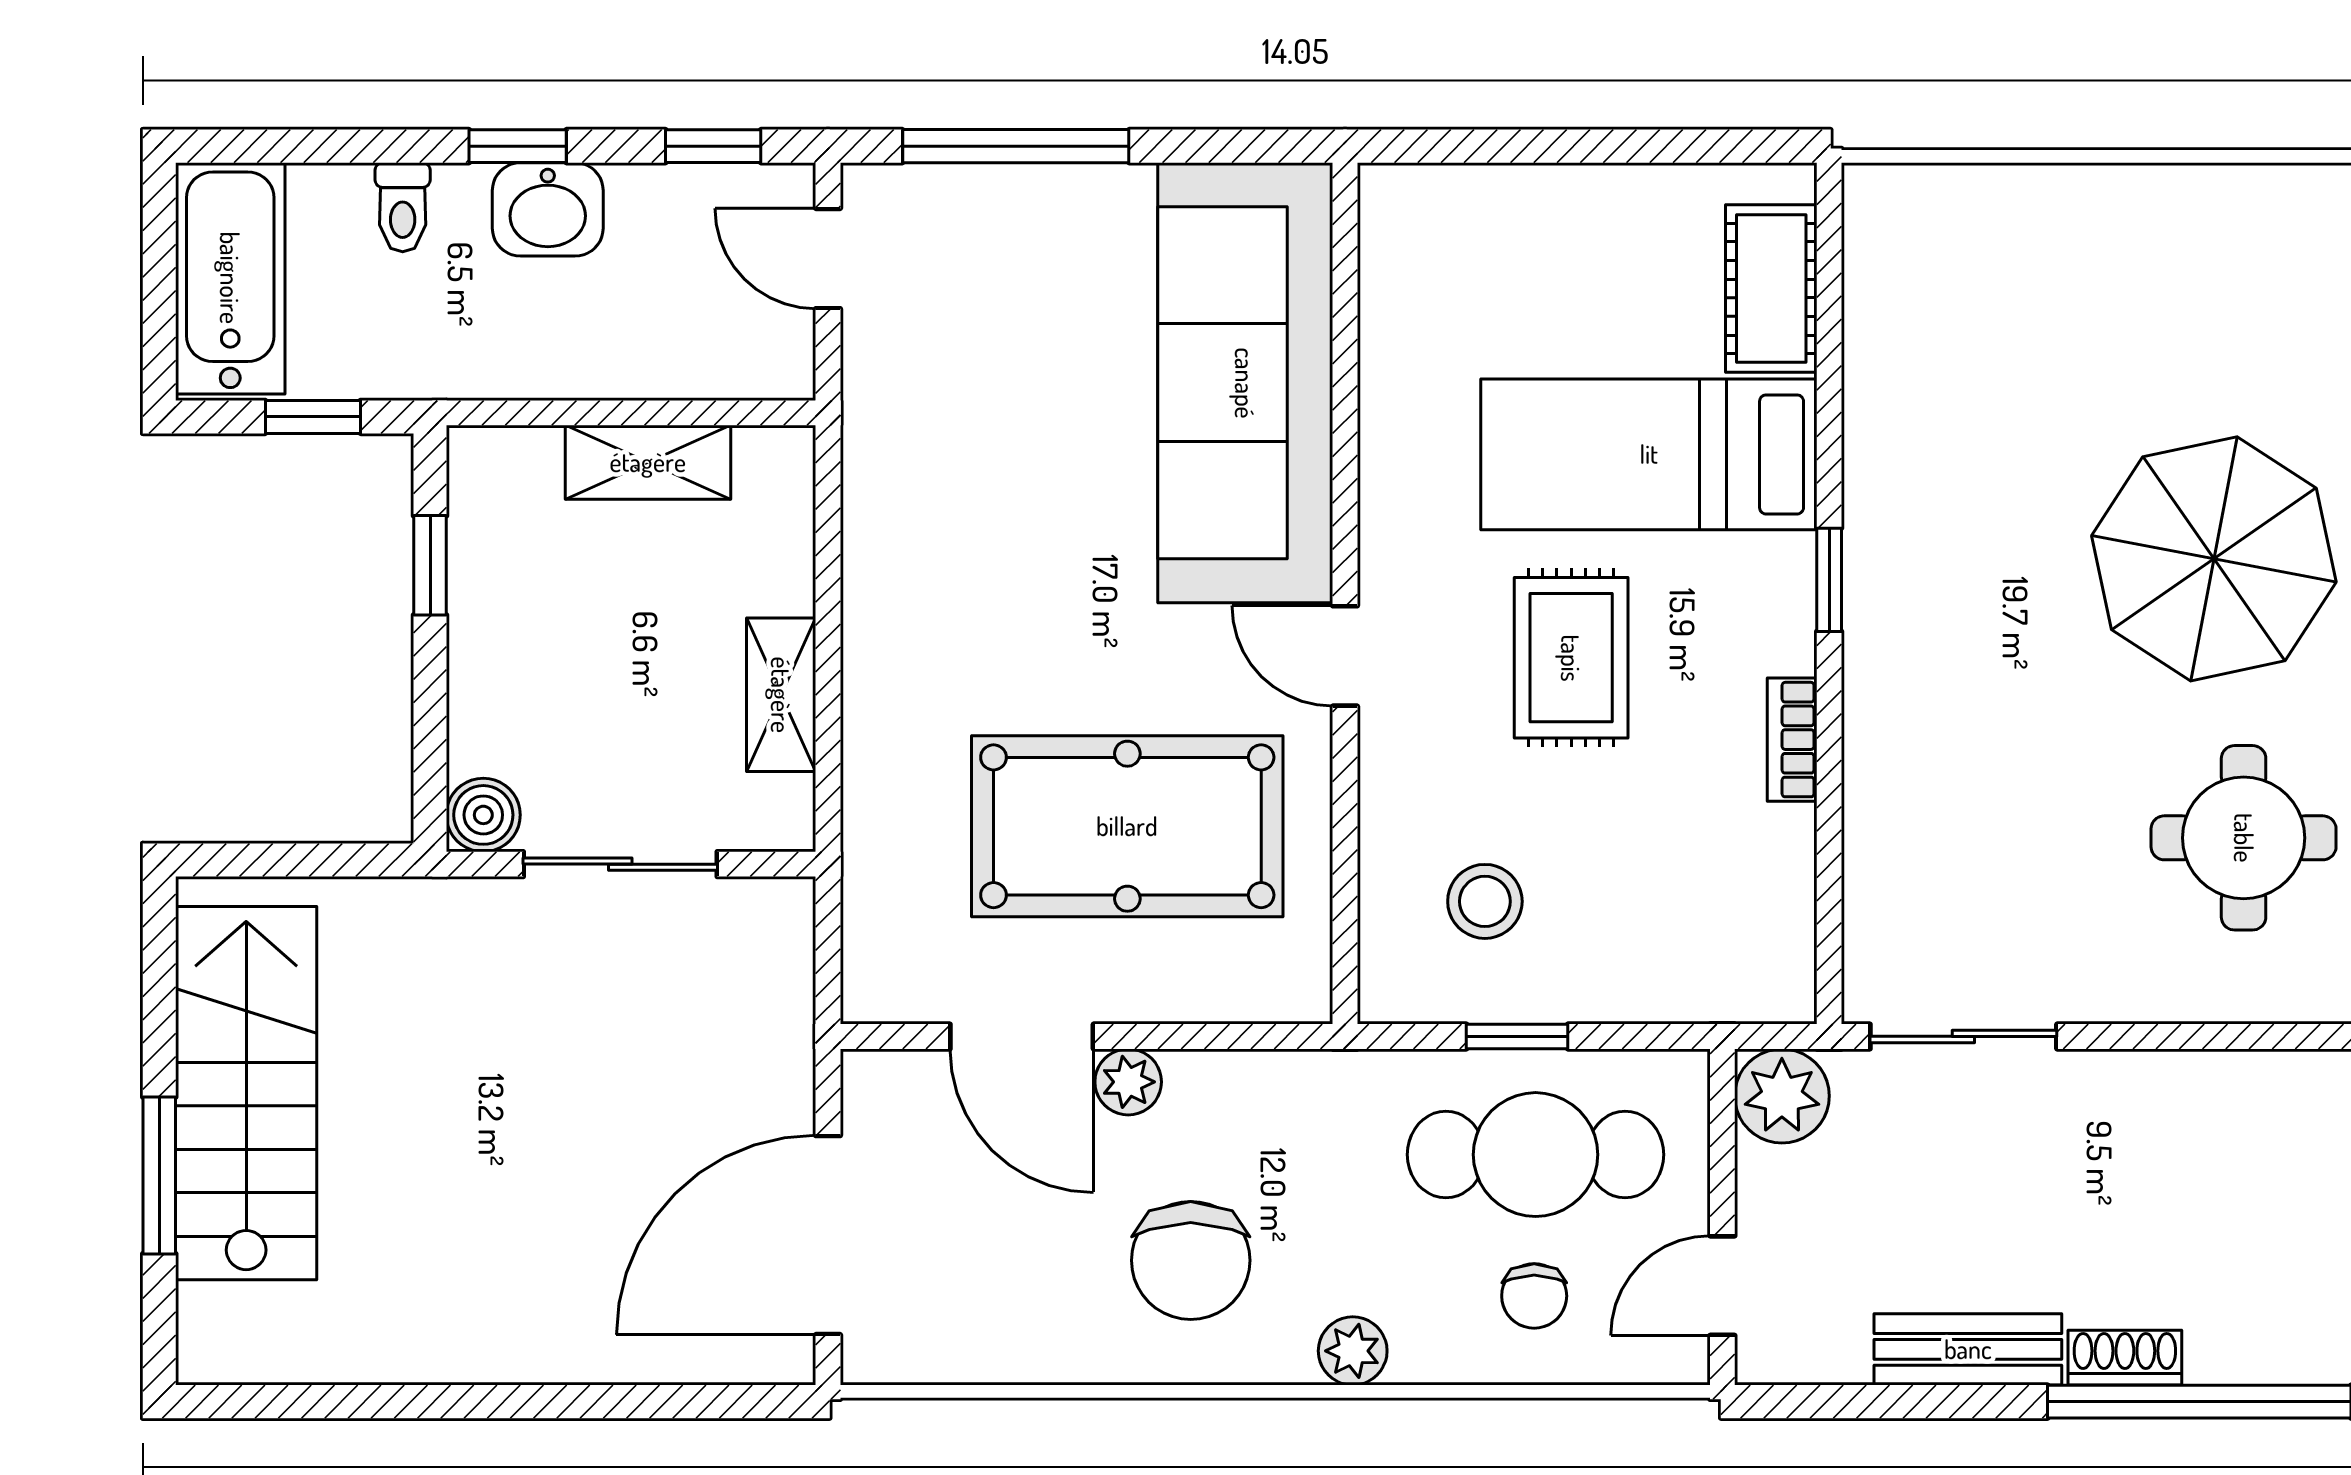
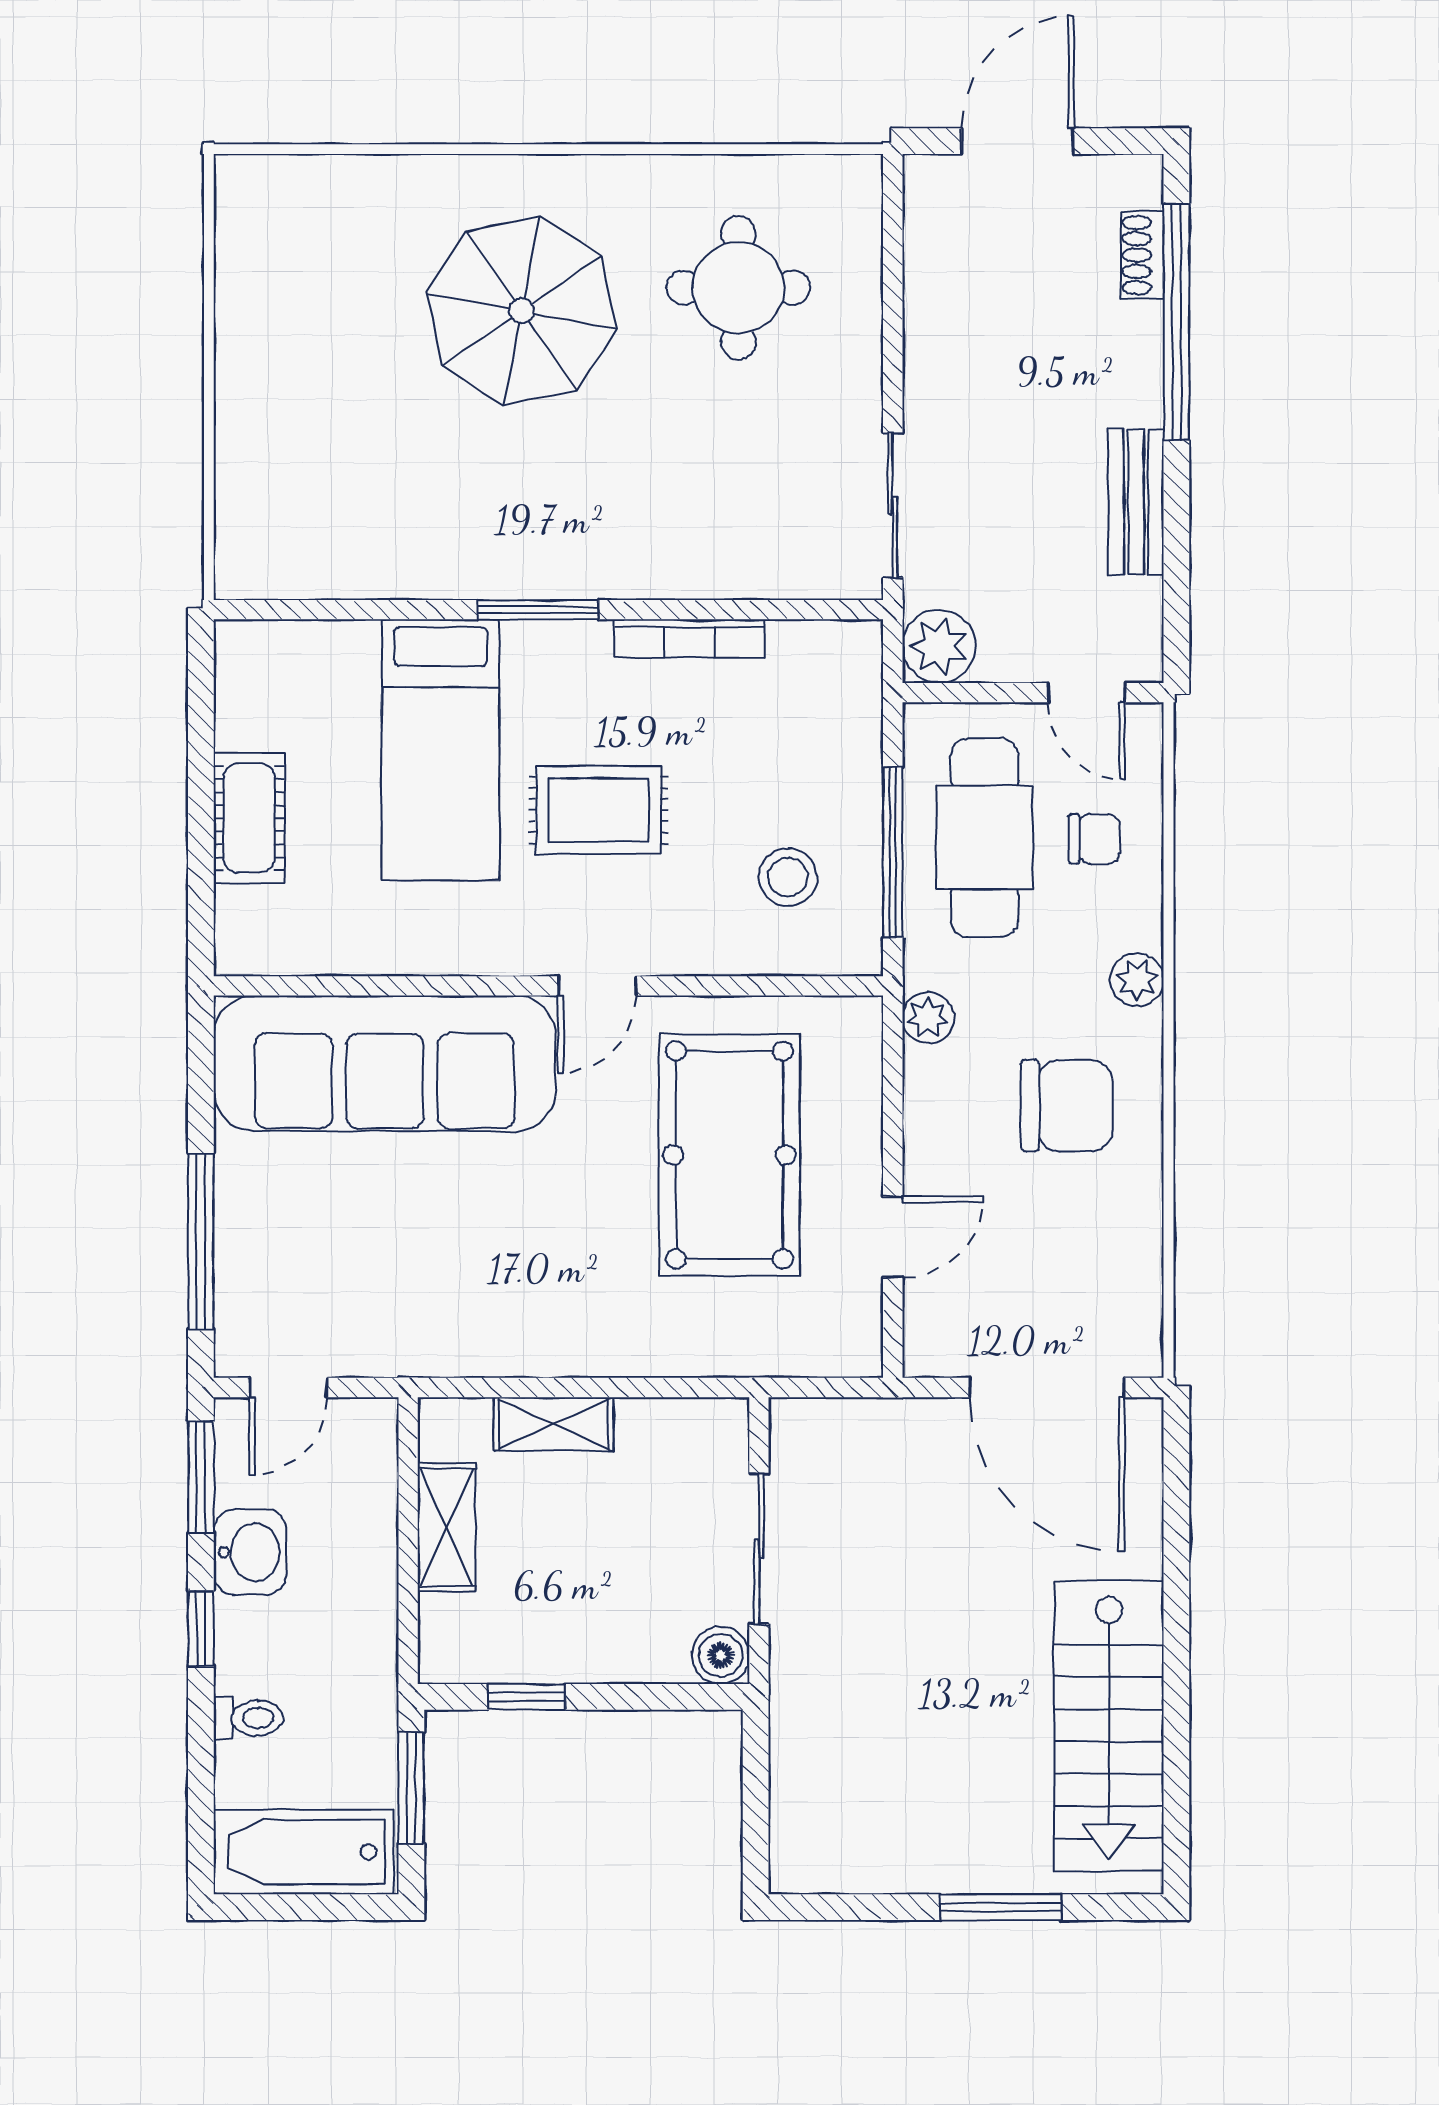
window: (713, 146) -> (201, 1477), width x1.50
washbasin: (548, 209) -> (250, 1552), moved
cot: (1771, 289) -> (249, 818), moved, turned 90
window: (313, 417) -> (411, 1788), width x1.50
window: (1829, 580) -> (538, 610), width x1.50
shelving: (781, 695) -> (553, 1424), moved
bookcase: (1792, 740) -> (689, 638), width x1.56
door: (1022, 1036) -> (893, 1237), width x0.73
window: (1517, 1036) -> (893, 852), width x2.17
plant: (1128, 1082) -> (928, 1018), moved
stairs: (246, 1093) -> (1109, 1726), moved, turned -90
shoe rack: (2125, 1358) -> (1142, 255), moved

